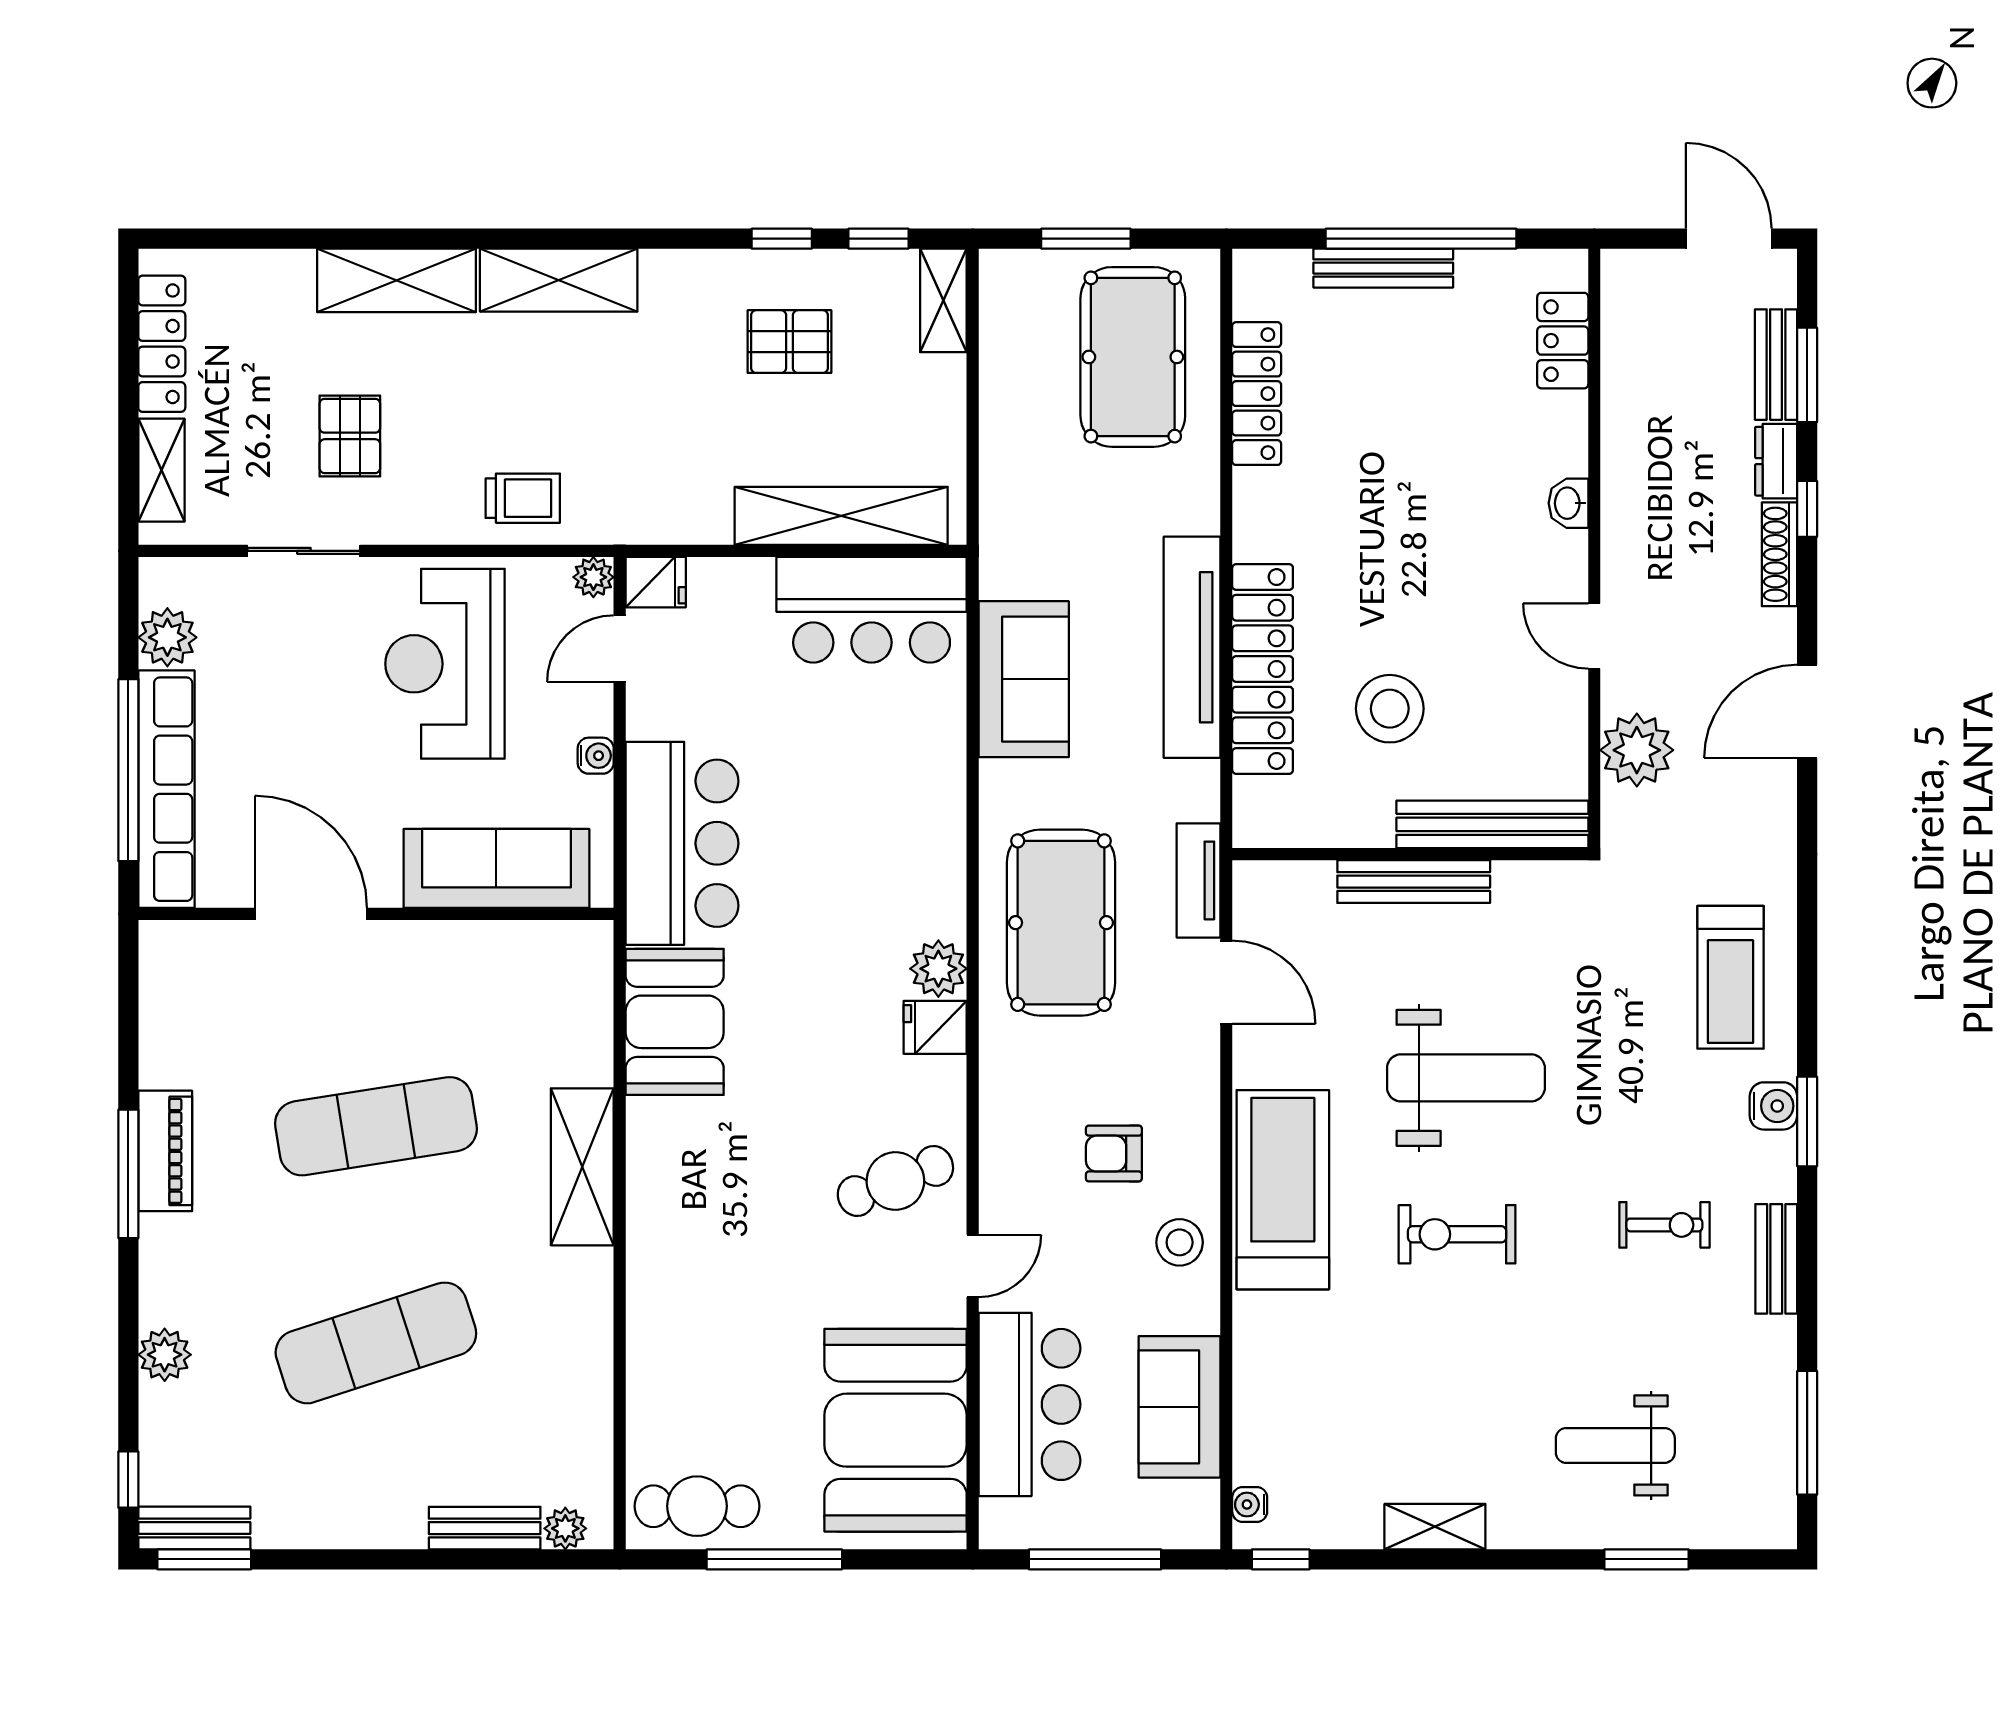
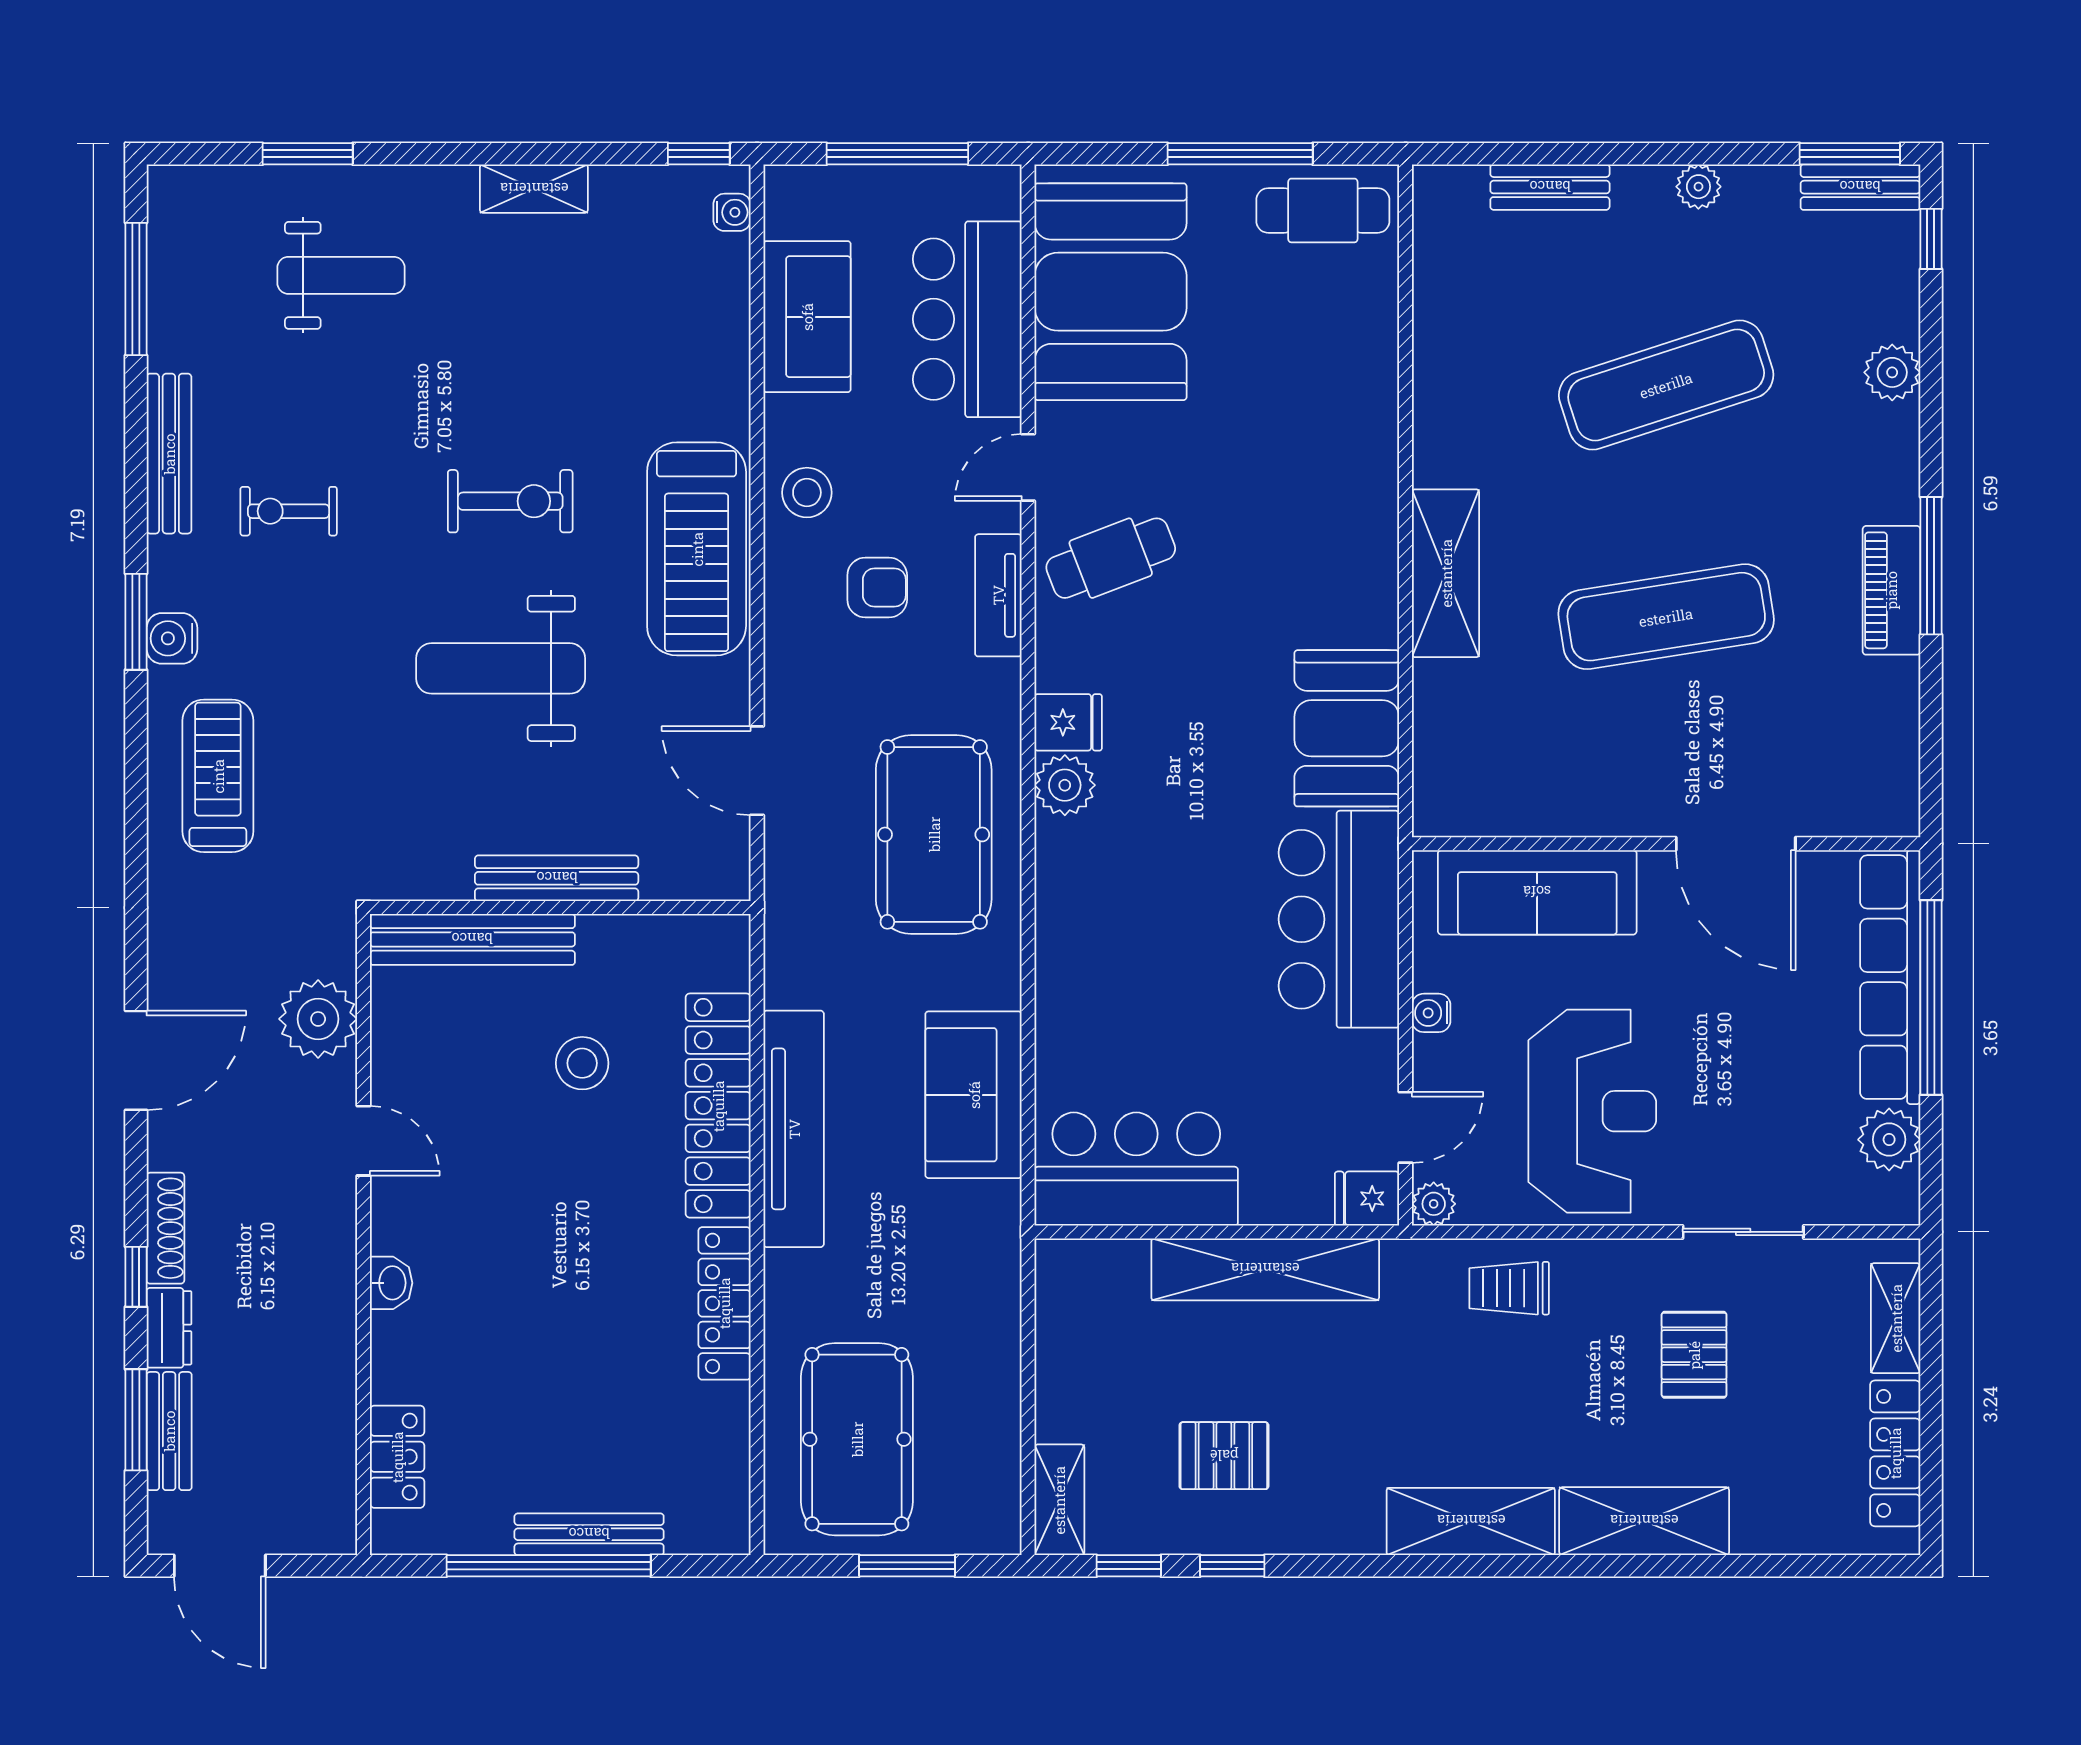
locker: (1257, 394) -> (724, 1303), moved
shelving: (841, 516) -> (1265, 1269), moved
stool: (1390, 709) -> (582, 1063), width x0.73, depth x0.73
tv unit: (1198, 880) -> (998, 595), moved, turned 180
bench: (1776, 1259) -> (169, 454), width x1.36
plant: (565, 1528) -> (1698, 187), moved

